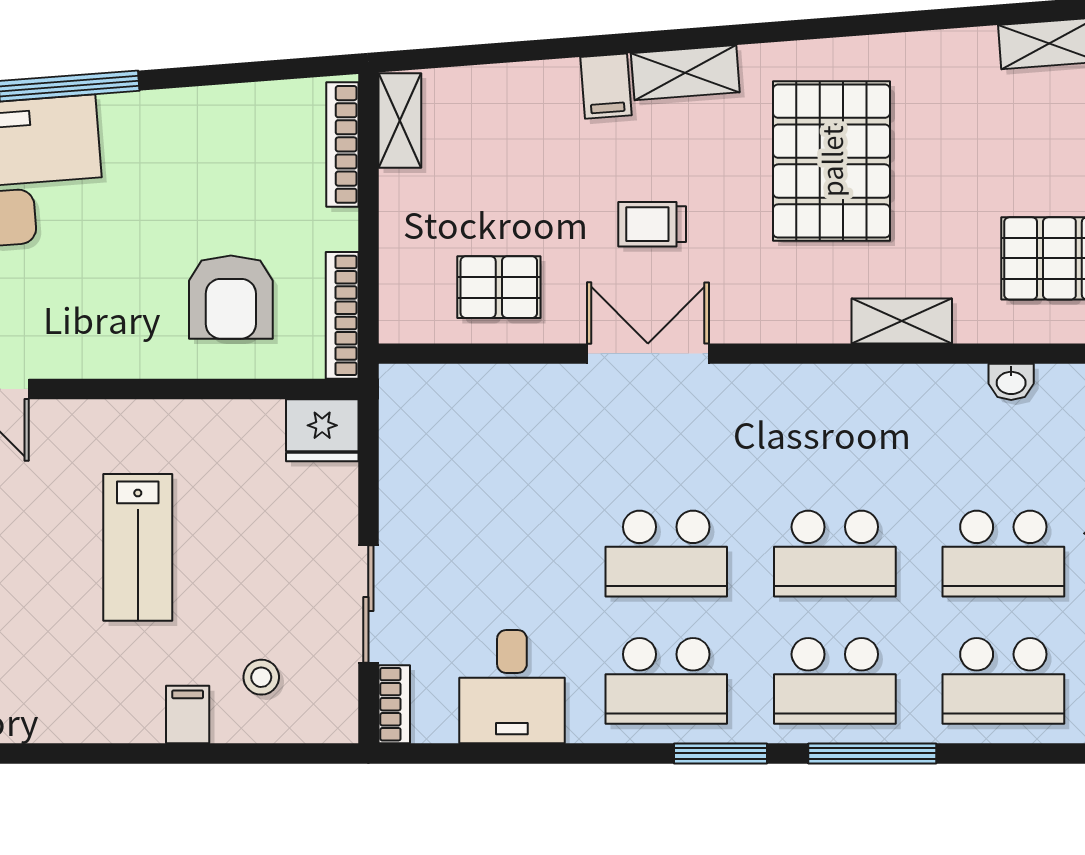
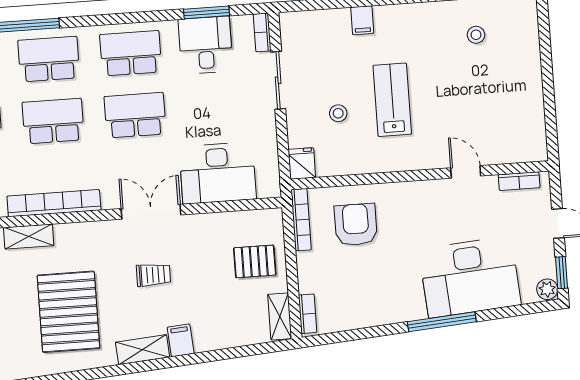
bookcase: (342, 144) -> (308, 314), width x0.64
pallet: (499, 287) -> (255, 261), moved
double door: (648, 354) -> (151, 212), swing flipped
bookcase: (845, 385) -> (54, 203), added
desk: (506, 423) -> (218, 173), added
fridge: (322, 430) -> (302, 163), width x0.72
stool: (261, 677) -> (338, 113), moved
window: (720, 753) -> (206, 12), moved

